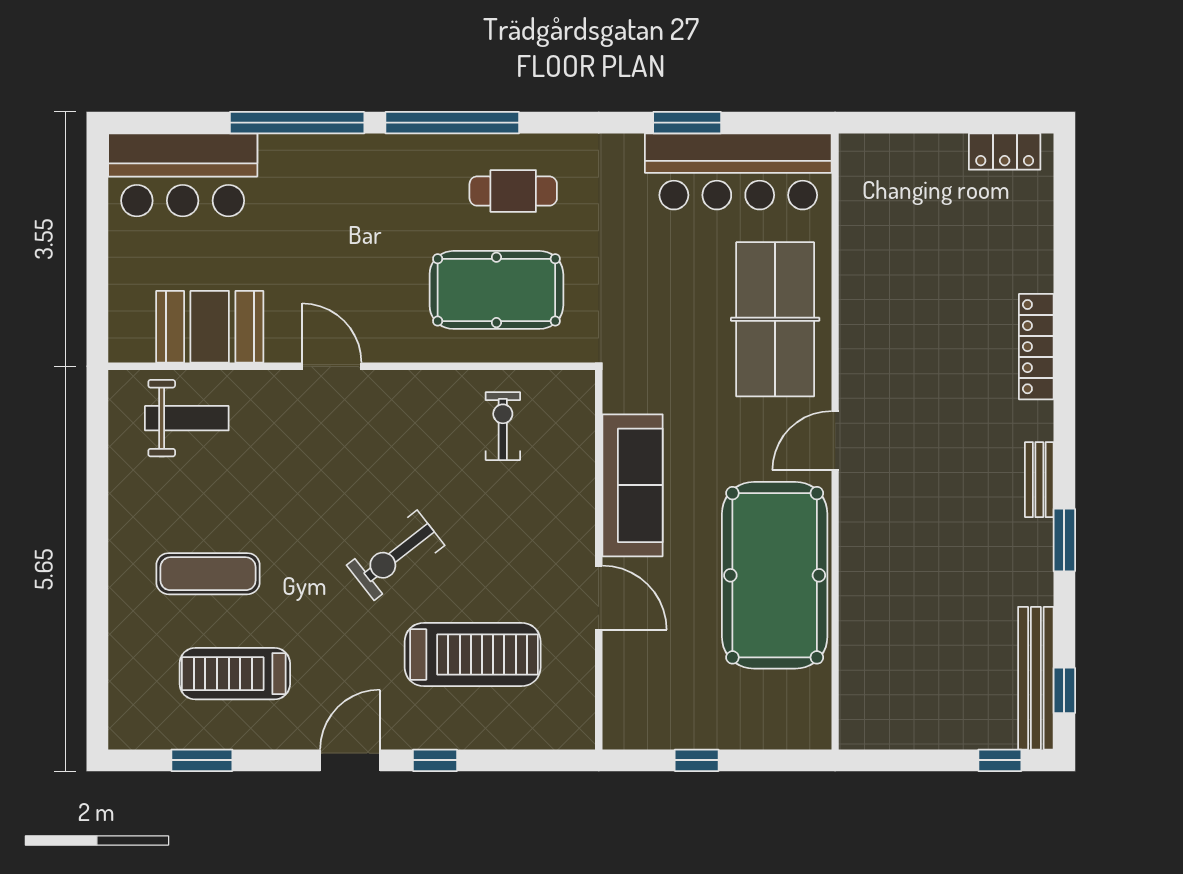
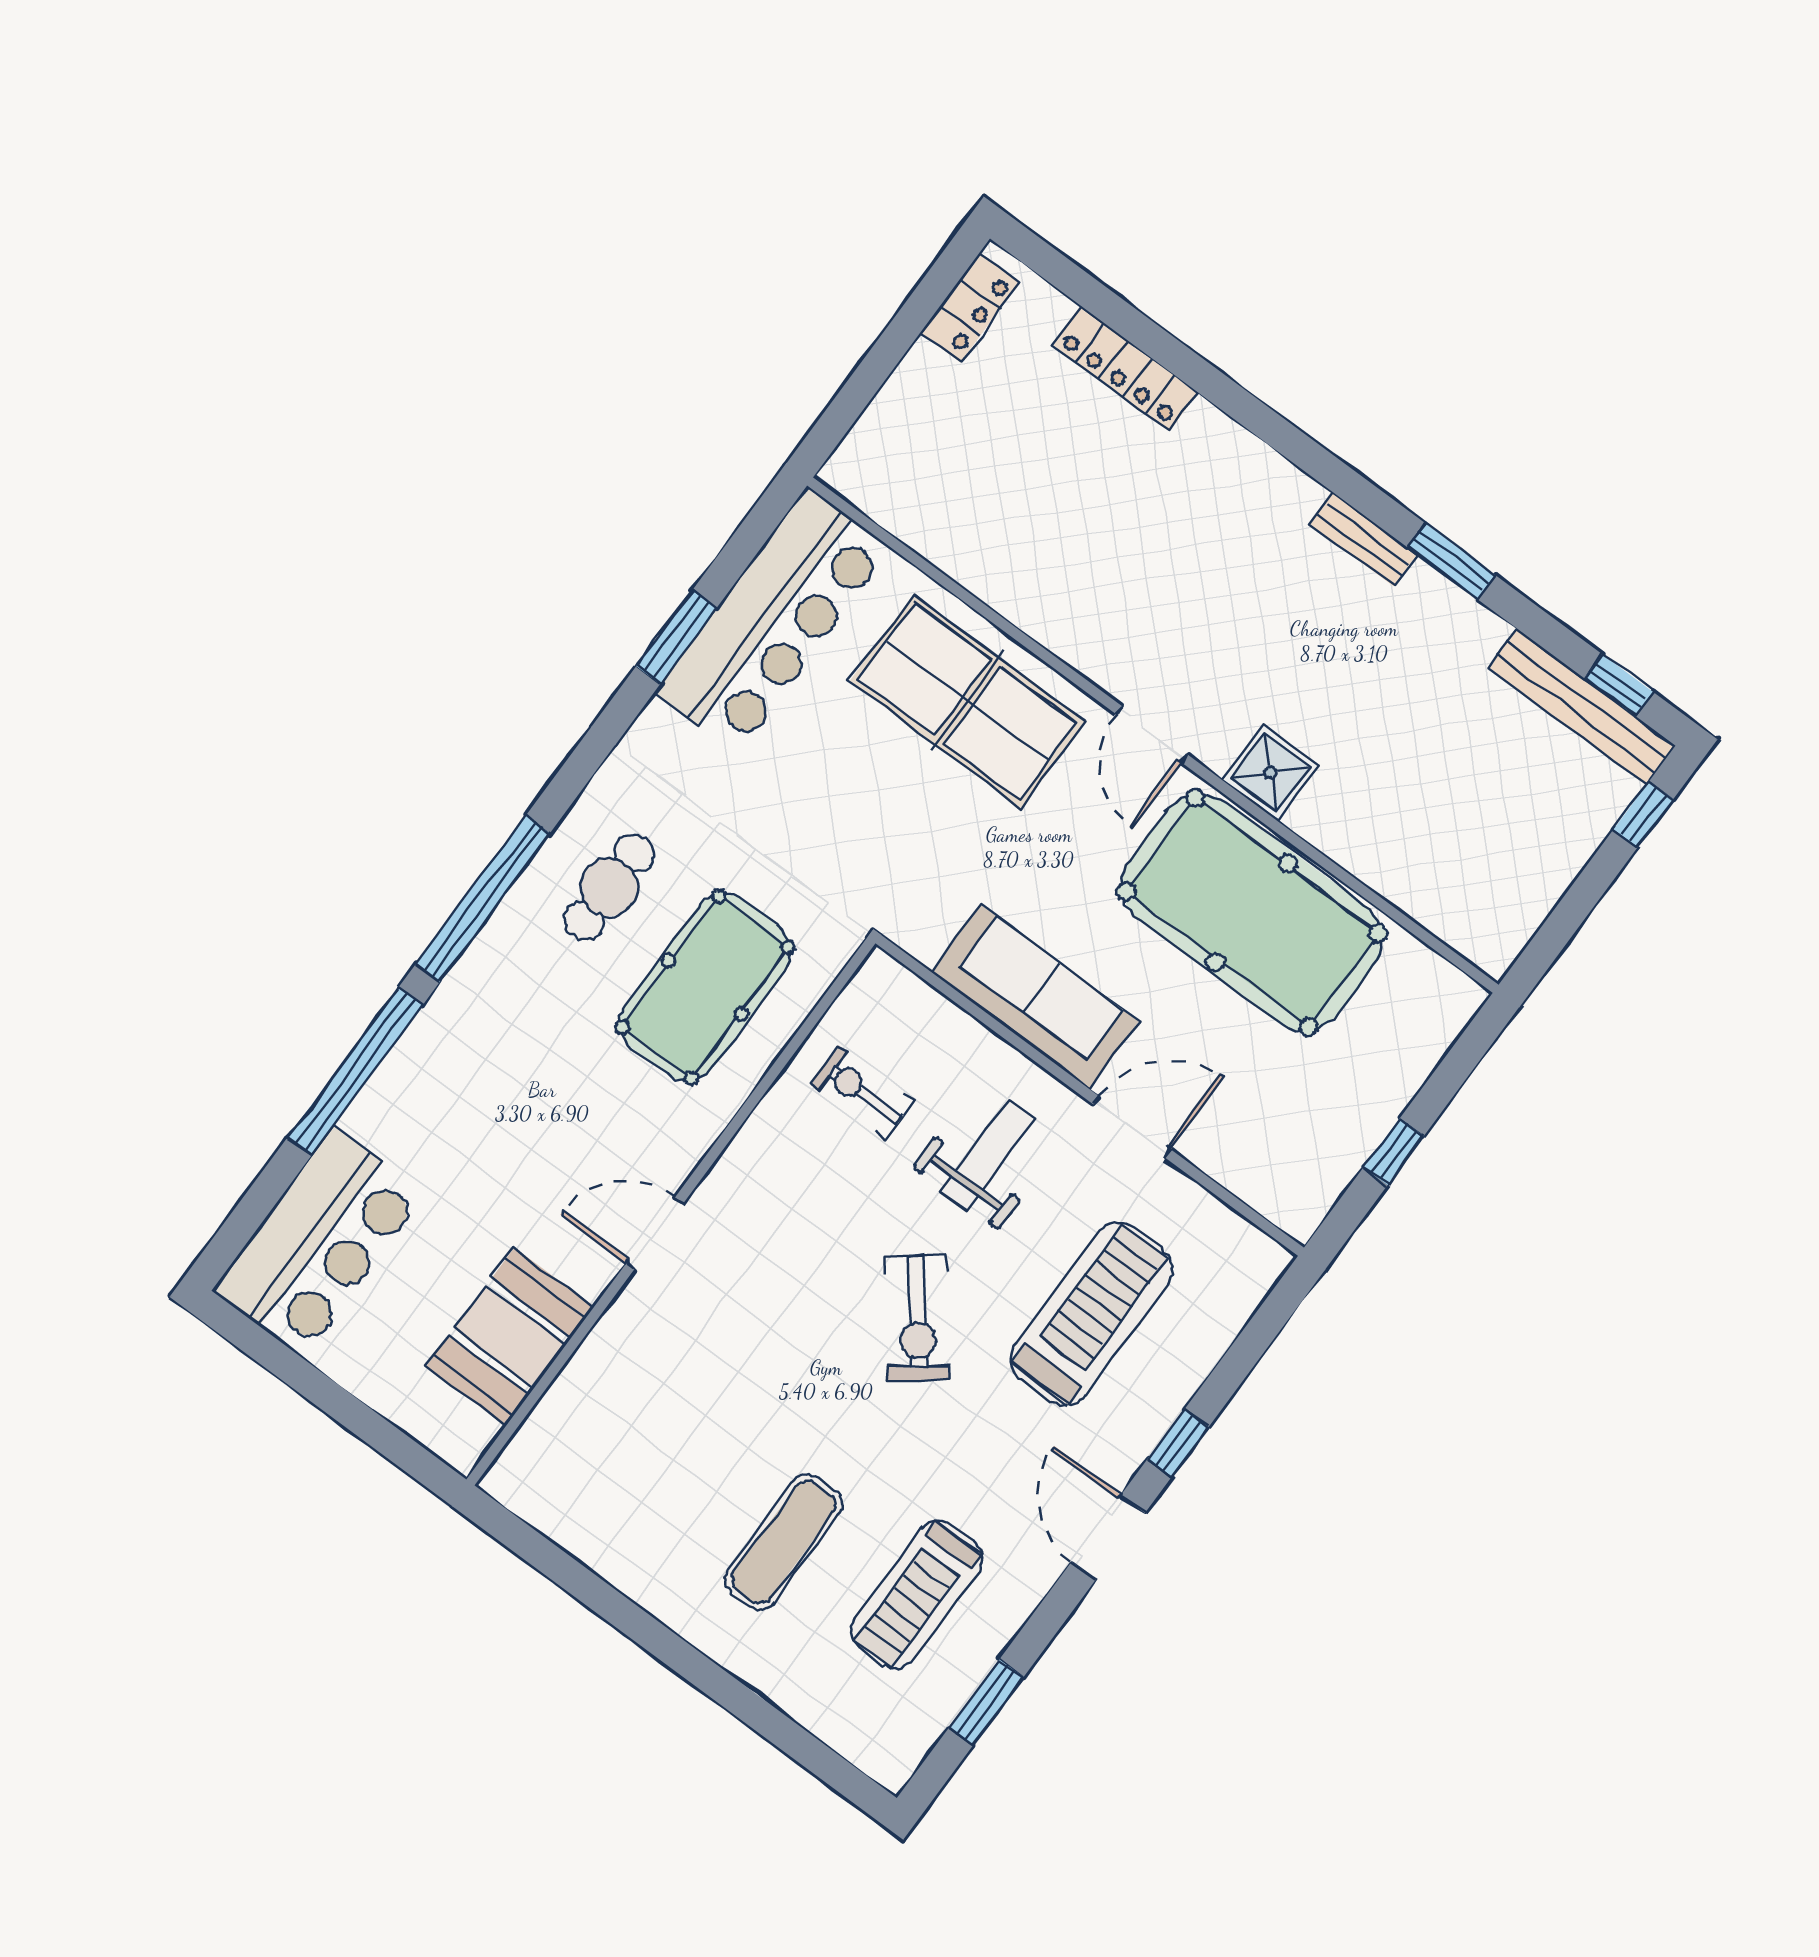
locker: (1036, 347) -> (1125, 368), moved
weight bench: (187, 418) -> (987, 1155), moved
shower: (864, 526) -> (1270, 773), added

